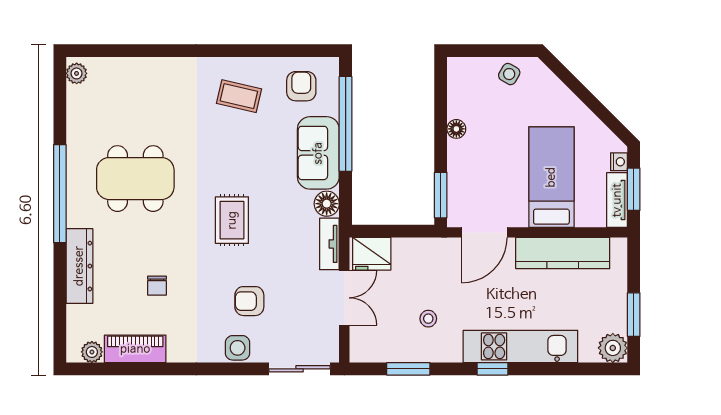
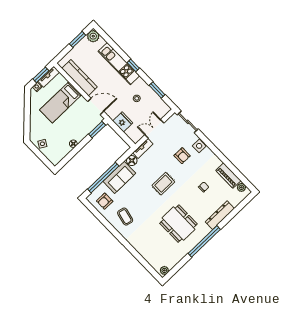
fridge: (372, 254) -> (123, 122), moved

